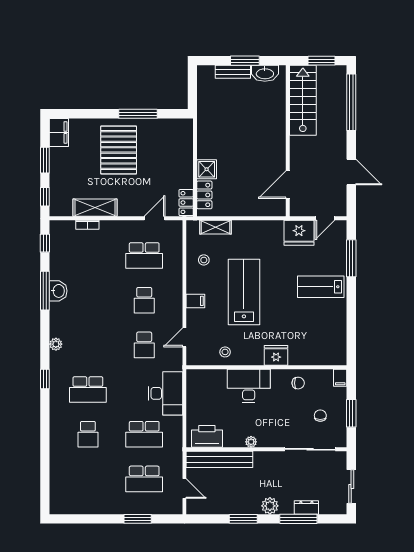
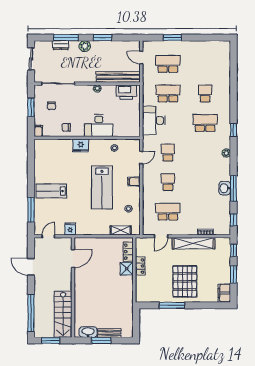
locker: (186, 203) -> (140, 266), moved
shelving: (95, 208) -> (194, 243), width x1.47
fridge: (299, 233) -> (70, 229), width x0.53, depth x0.75
lab bench: (321, 287) -> (51, 191), turned 180

